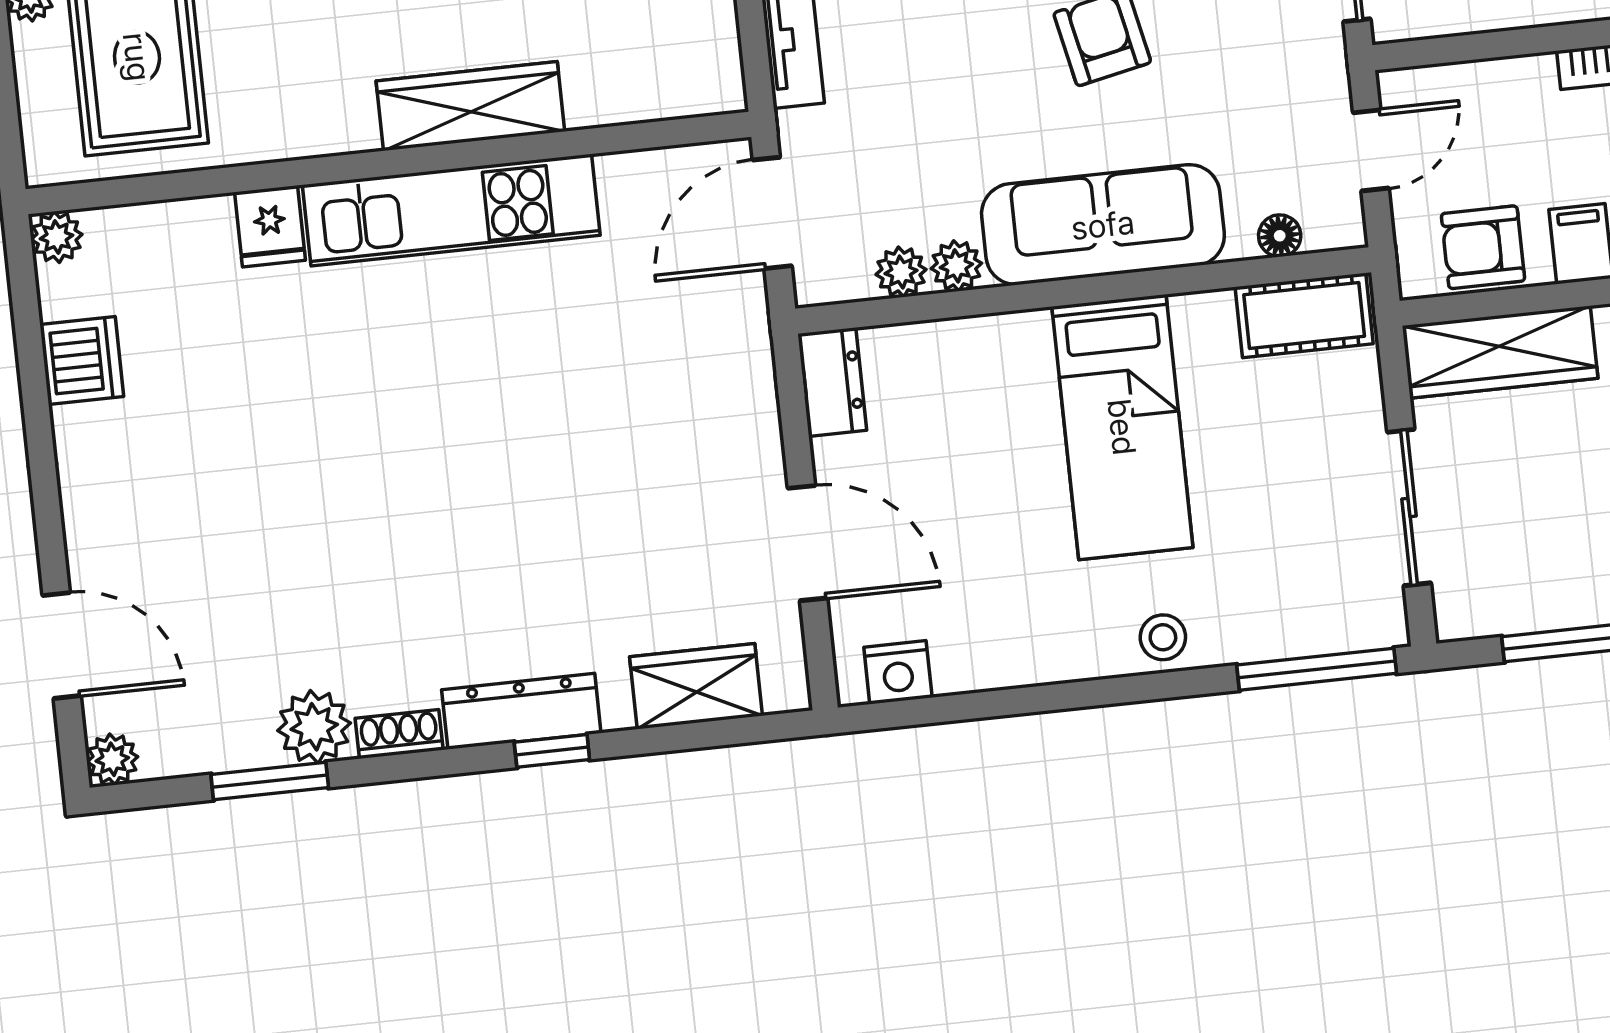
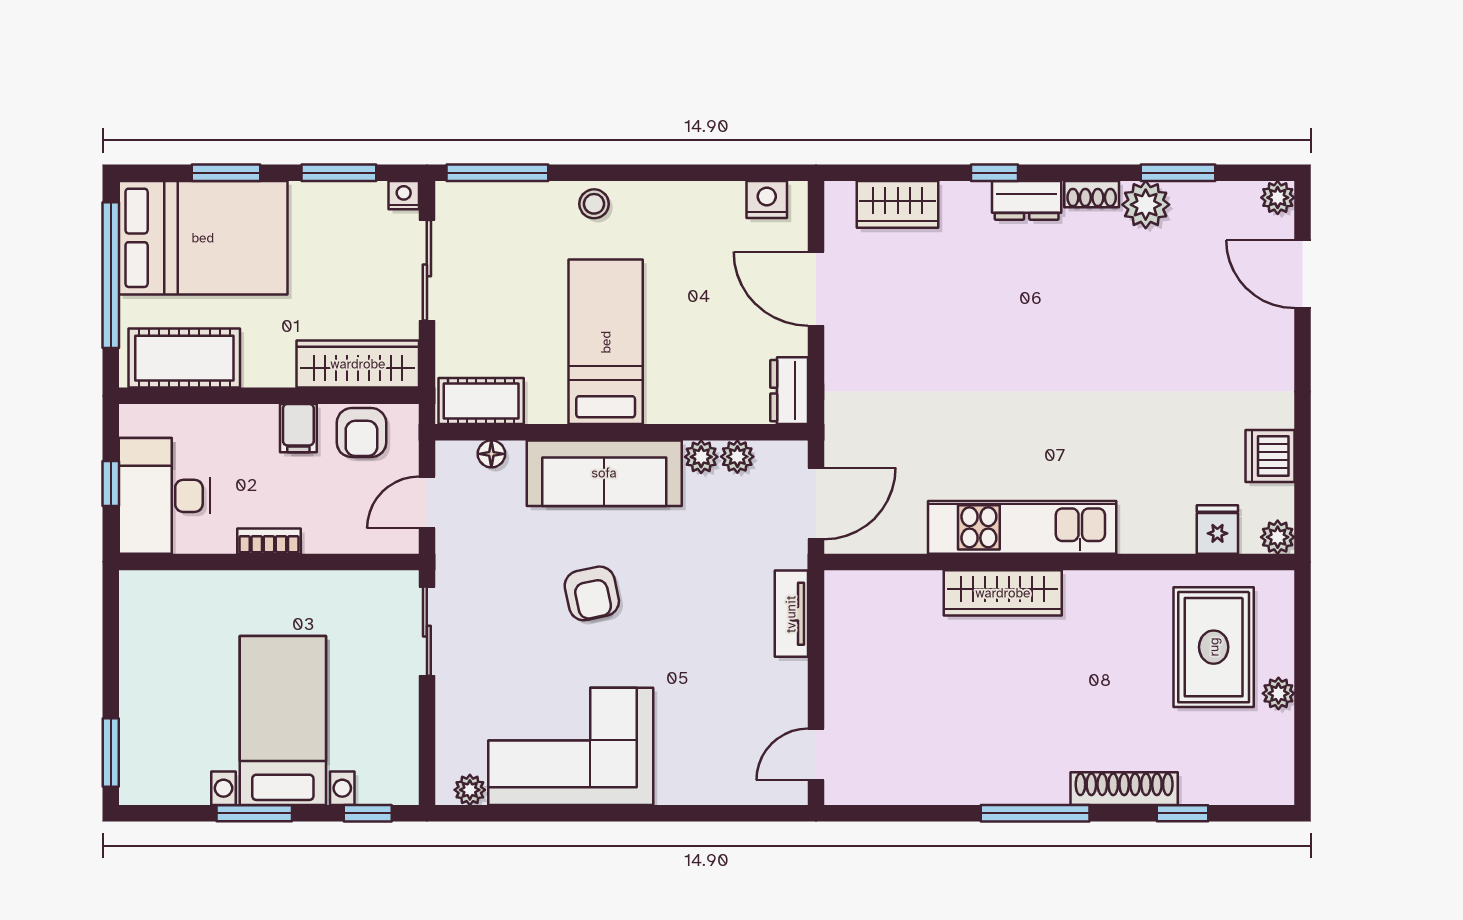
fridge: (270, 226) -> (1217, 529), moved
armchair: (1483, 247) -> (361, 433), turned 90
nightstand: (1457, 619) -> (404, 195), added
dresser: (521, 711) -> (1027, 200), width x0.70

